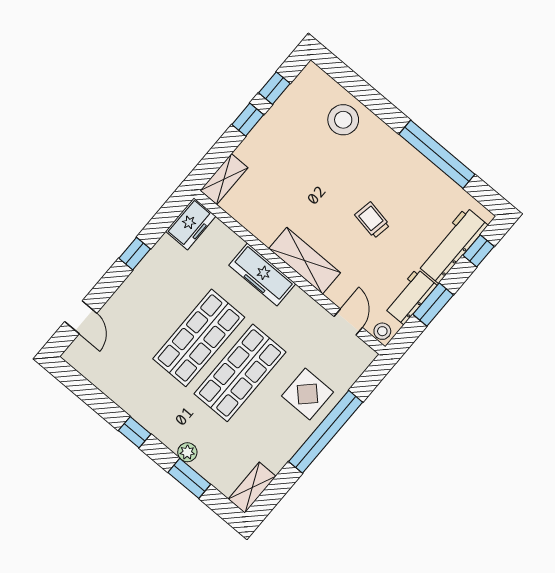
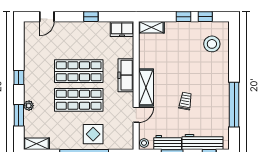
stool: (343, 120) -> (212, 44), moved
door: (348, 322) -> (136, 115), moved

